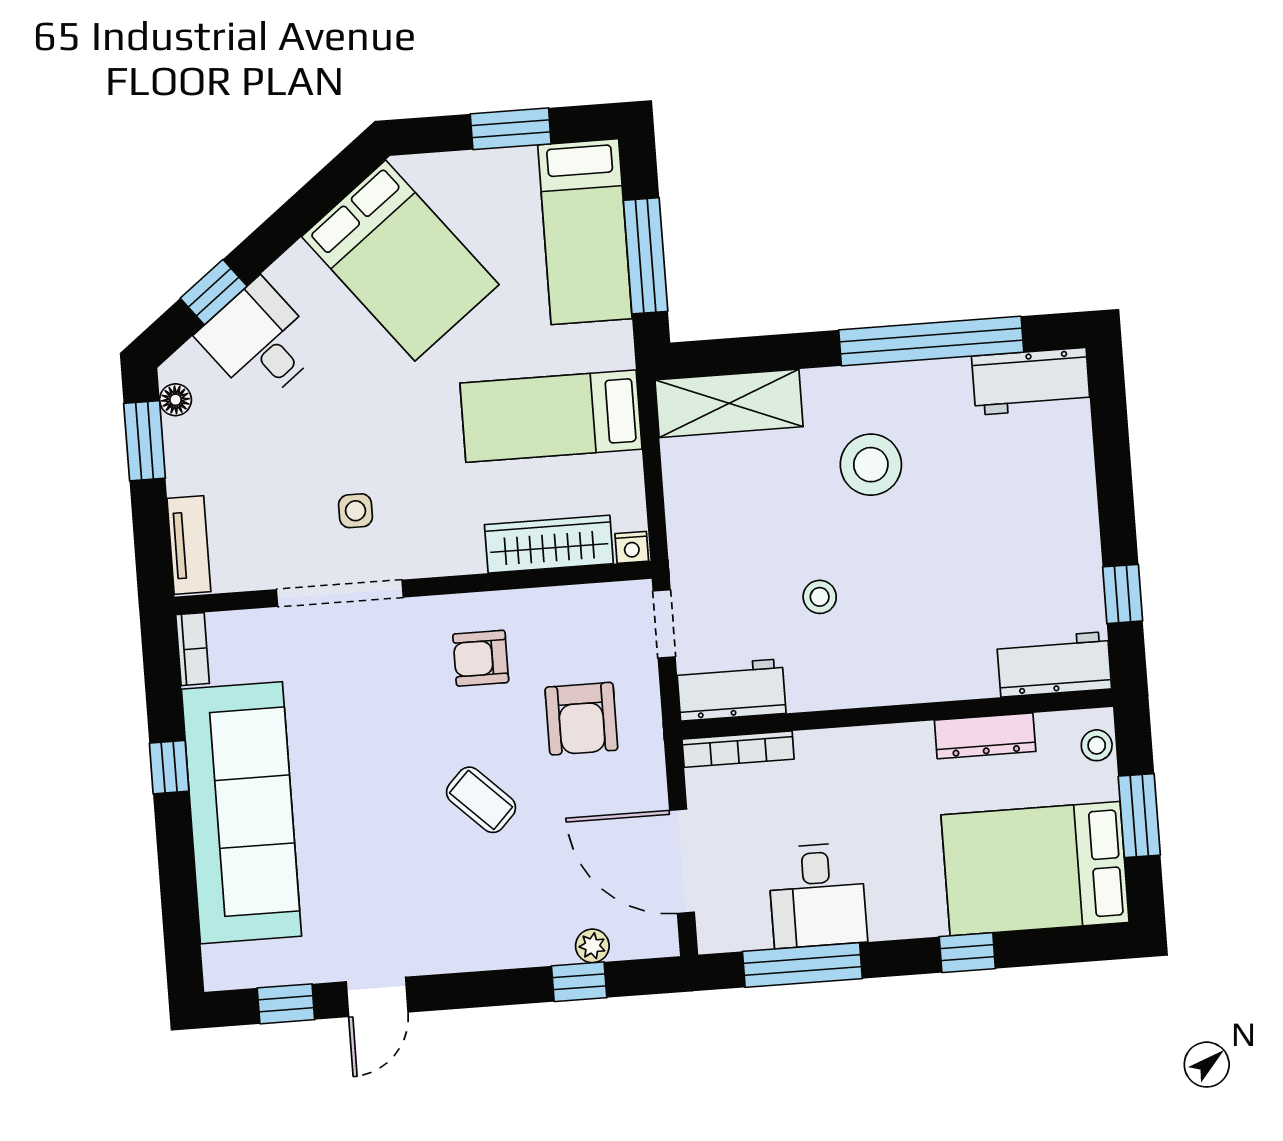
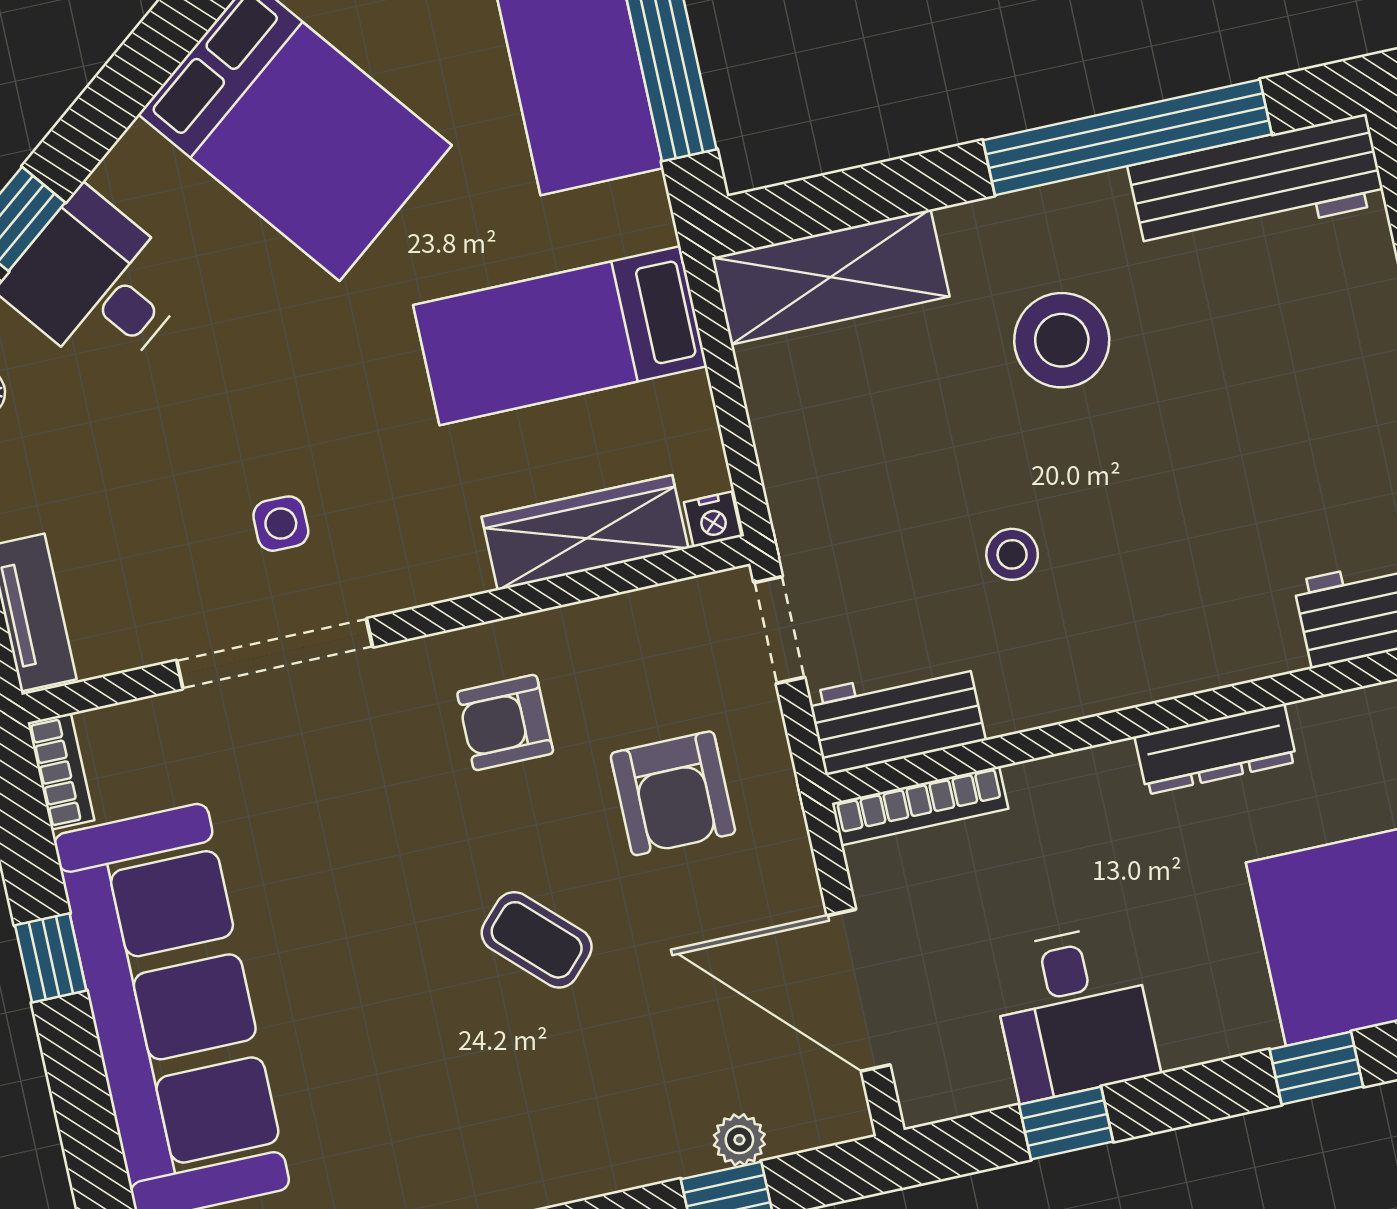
workbench: (1031, 381) -> (1257, 185), width x1.38
dresser: (985, 736) -> (1216, 749), moved
window: (802, 965) -> (1066, 1123), width x0.46

